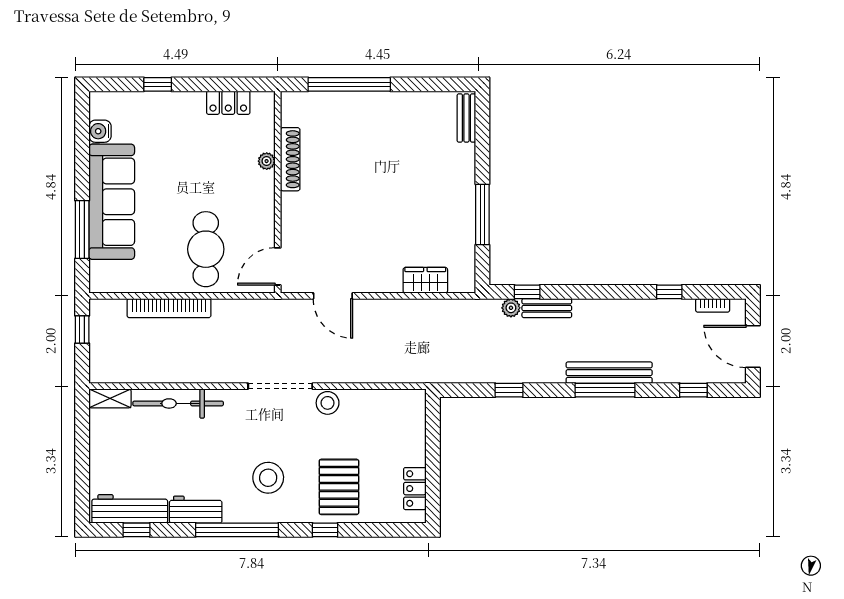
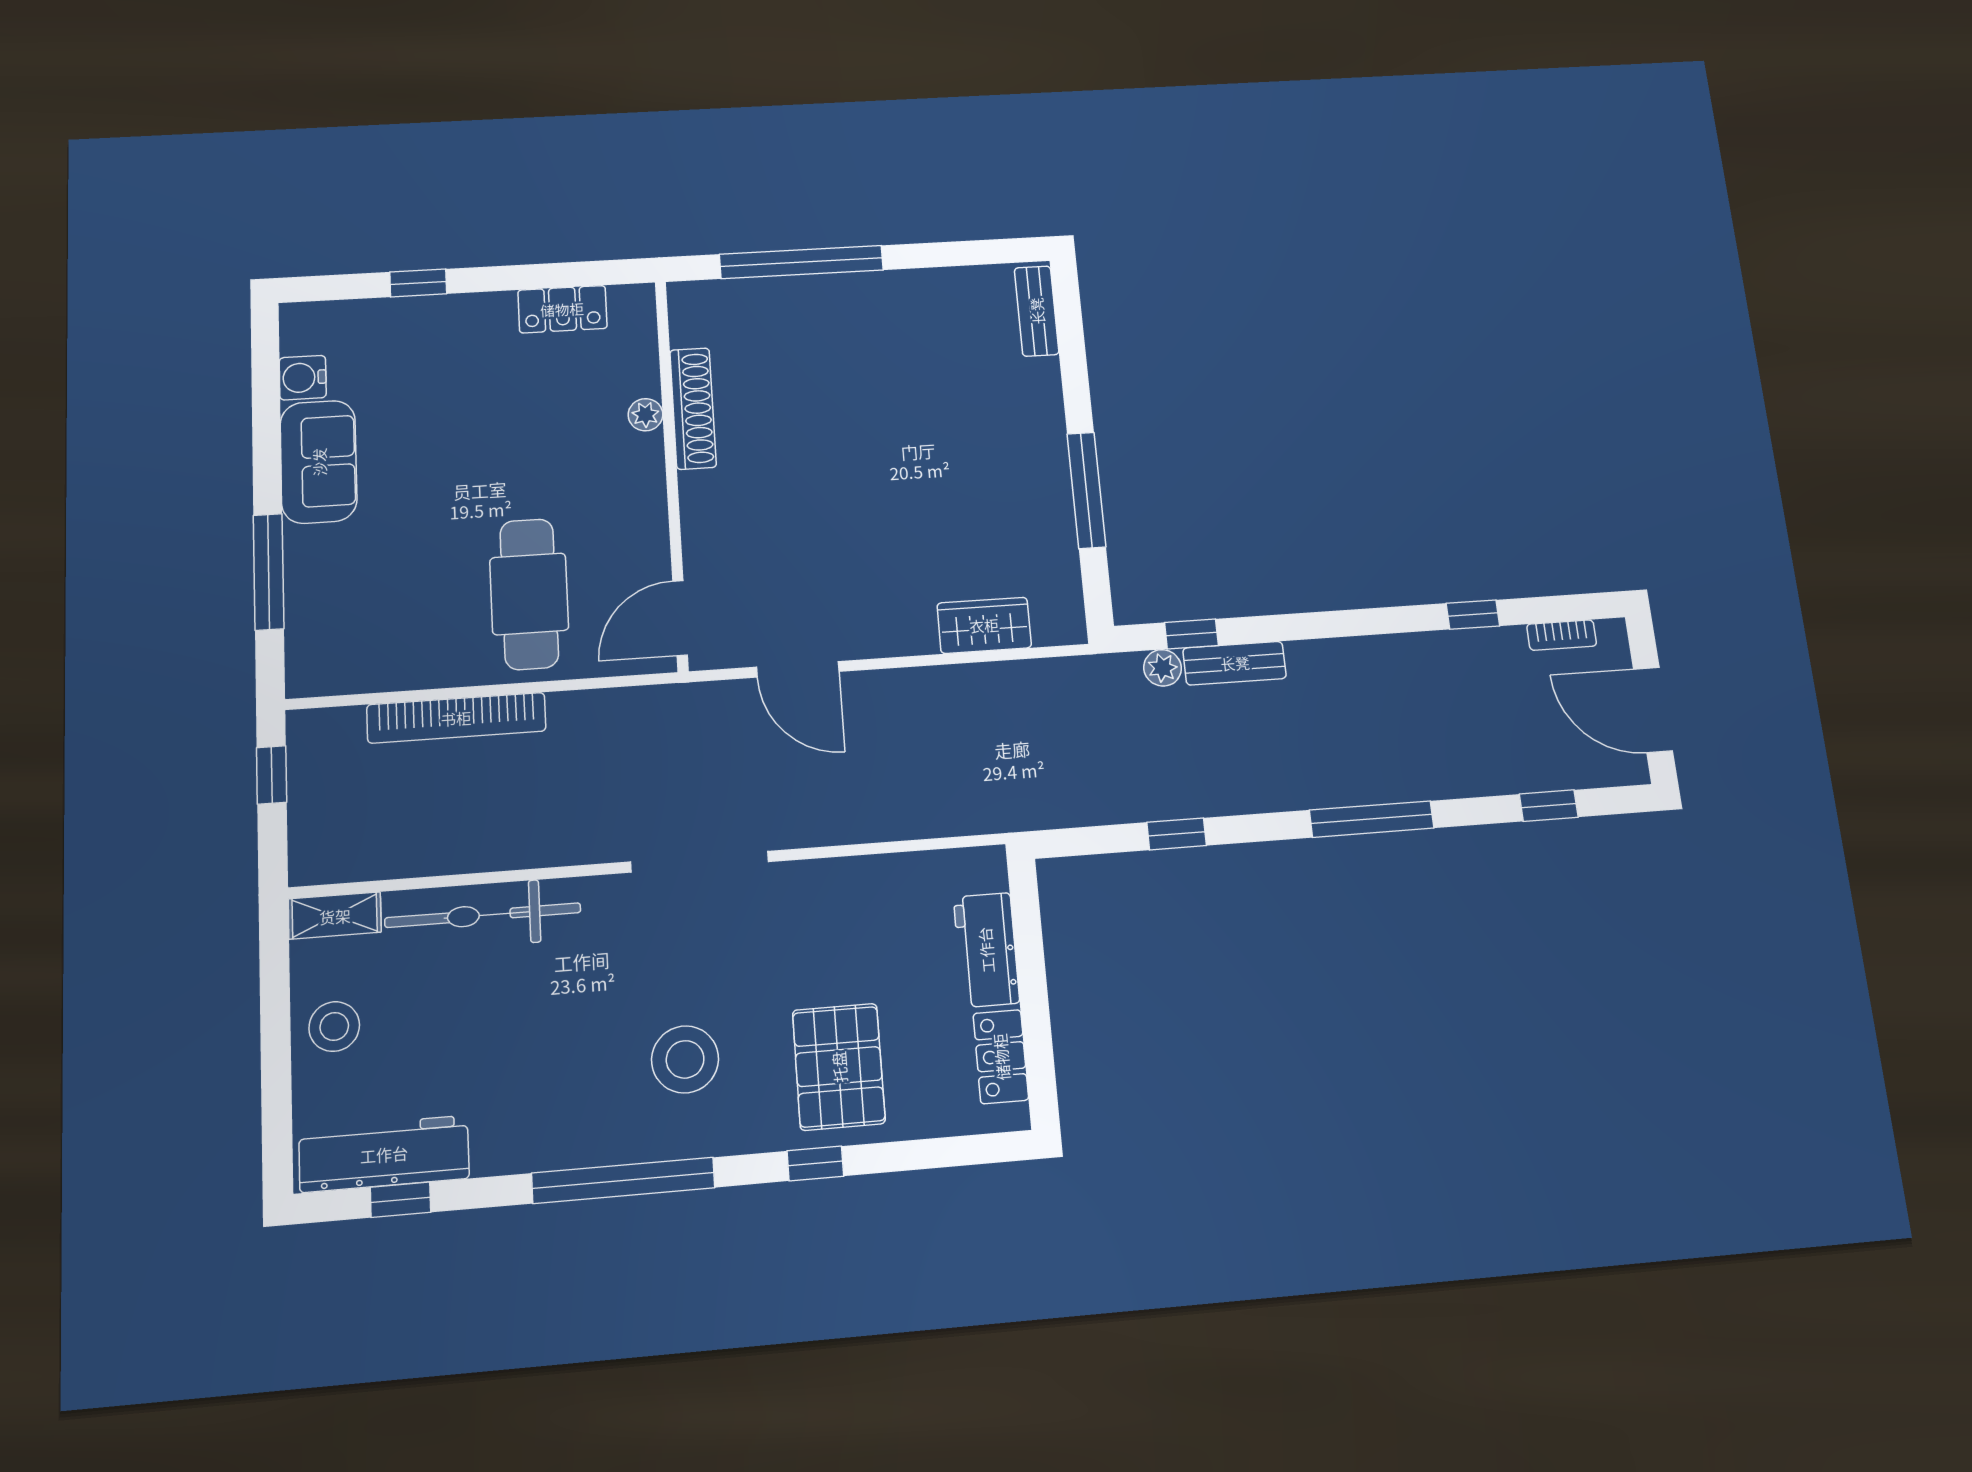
sofa: (112, 202) -> (319, 462), width x0.54, depth x0.79
bench: (609, 373) -> (1375, 783), removed
stool: (328, 403) -> (334, 1027), moved
workbench: (196, 510) -> (986, 950), moved, turned -90

